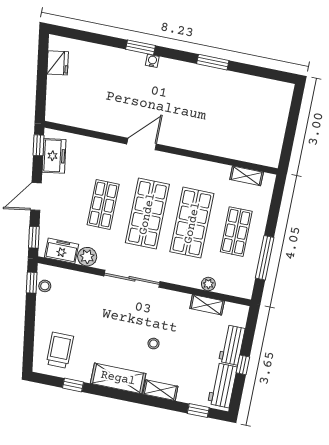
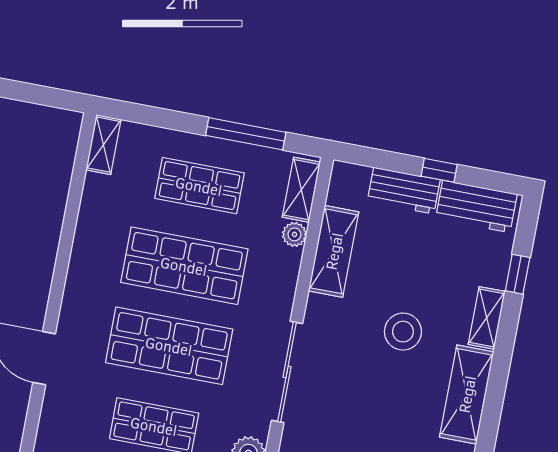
shelving: (247, 176) -> (103, 145), moved
shelving: (233, 288) -> (301, 190), added
shelving: (207, 305) -> (334, 251), width x1.50, depth x1.33
stool: (154, 344) -> (403, 332), width x1.89, depth x1.89
window: (198, 410) -> (518, 274), moved

